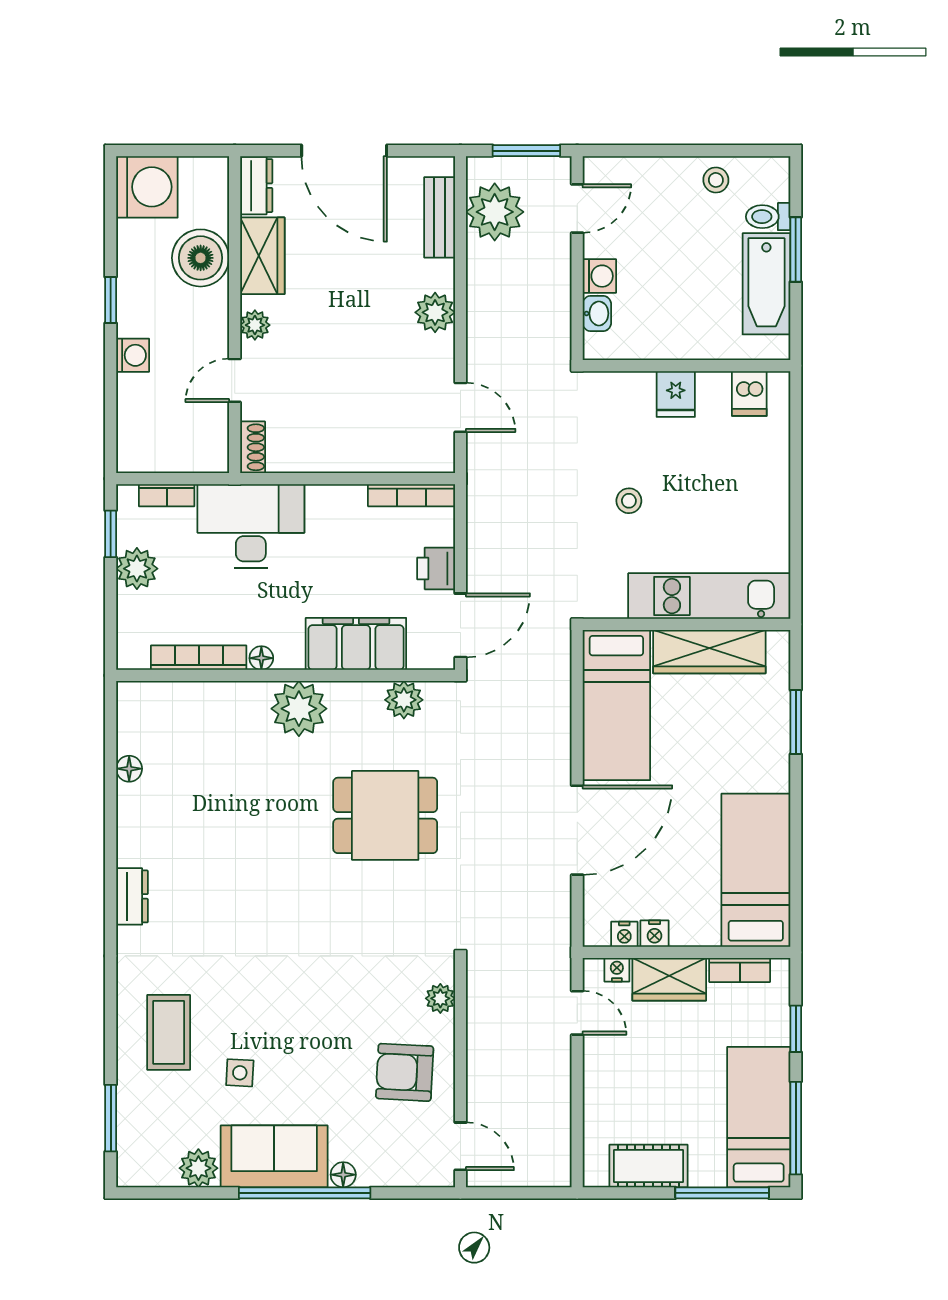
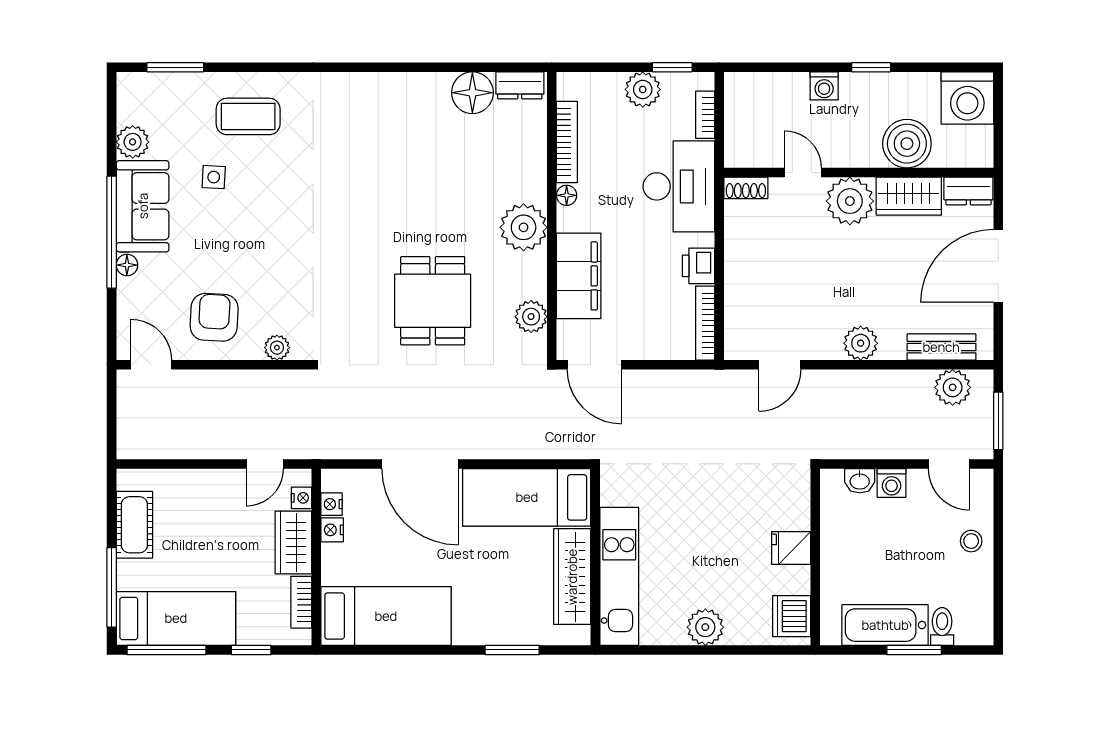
stool: (716, 180) -> (971, 541), moved
plant: (495, 212) -> (953, 387), width x0.73, depth x0.73
plant: (255, 325) -> (850, 201), width x1.87, depth x1.87
dishwasher: (749, 394) -> (792, 616), width x1.38
plant: (769, 495) -> (705, 627), added
stool: (629, 501) -> (700, 508), removed
printer: (436, 568) -> (698, 266), moved, turned -90
floor lamp: (129, 769) -> (472, 93), width x1.89, depth x1.89
dresser: (132, 896) -> (520, 85), moved
door: (460, 1146) -> (151, 365), swing flipped

